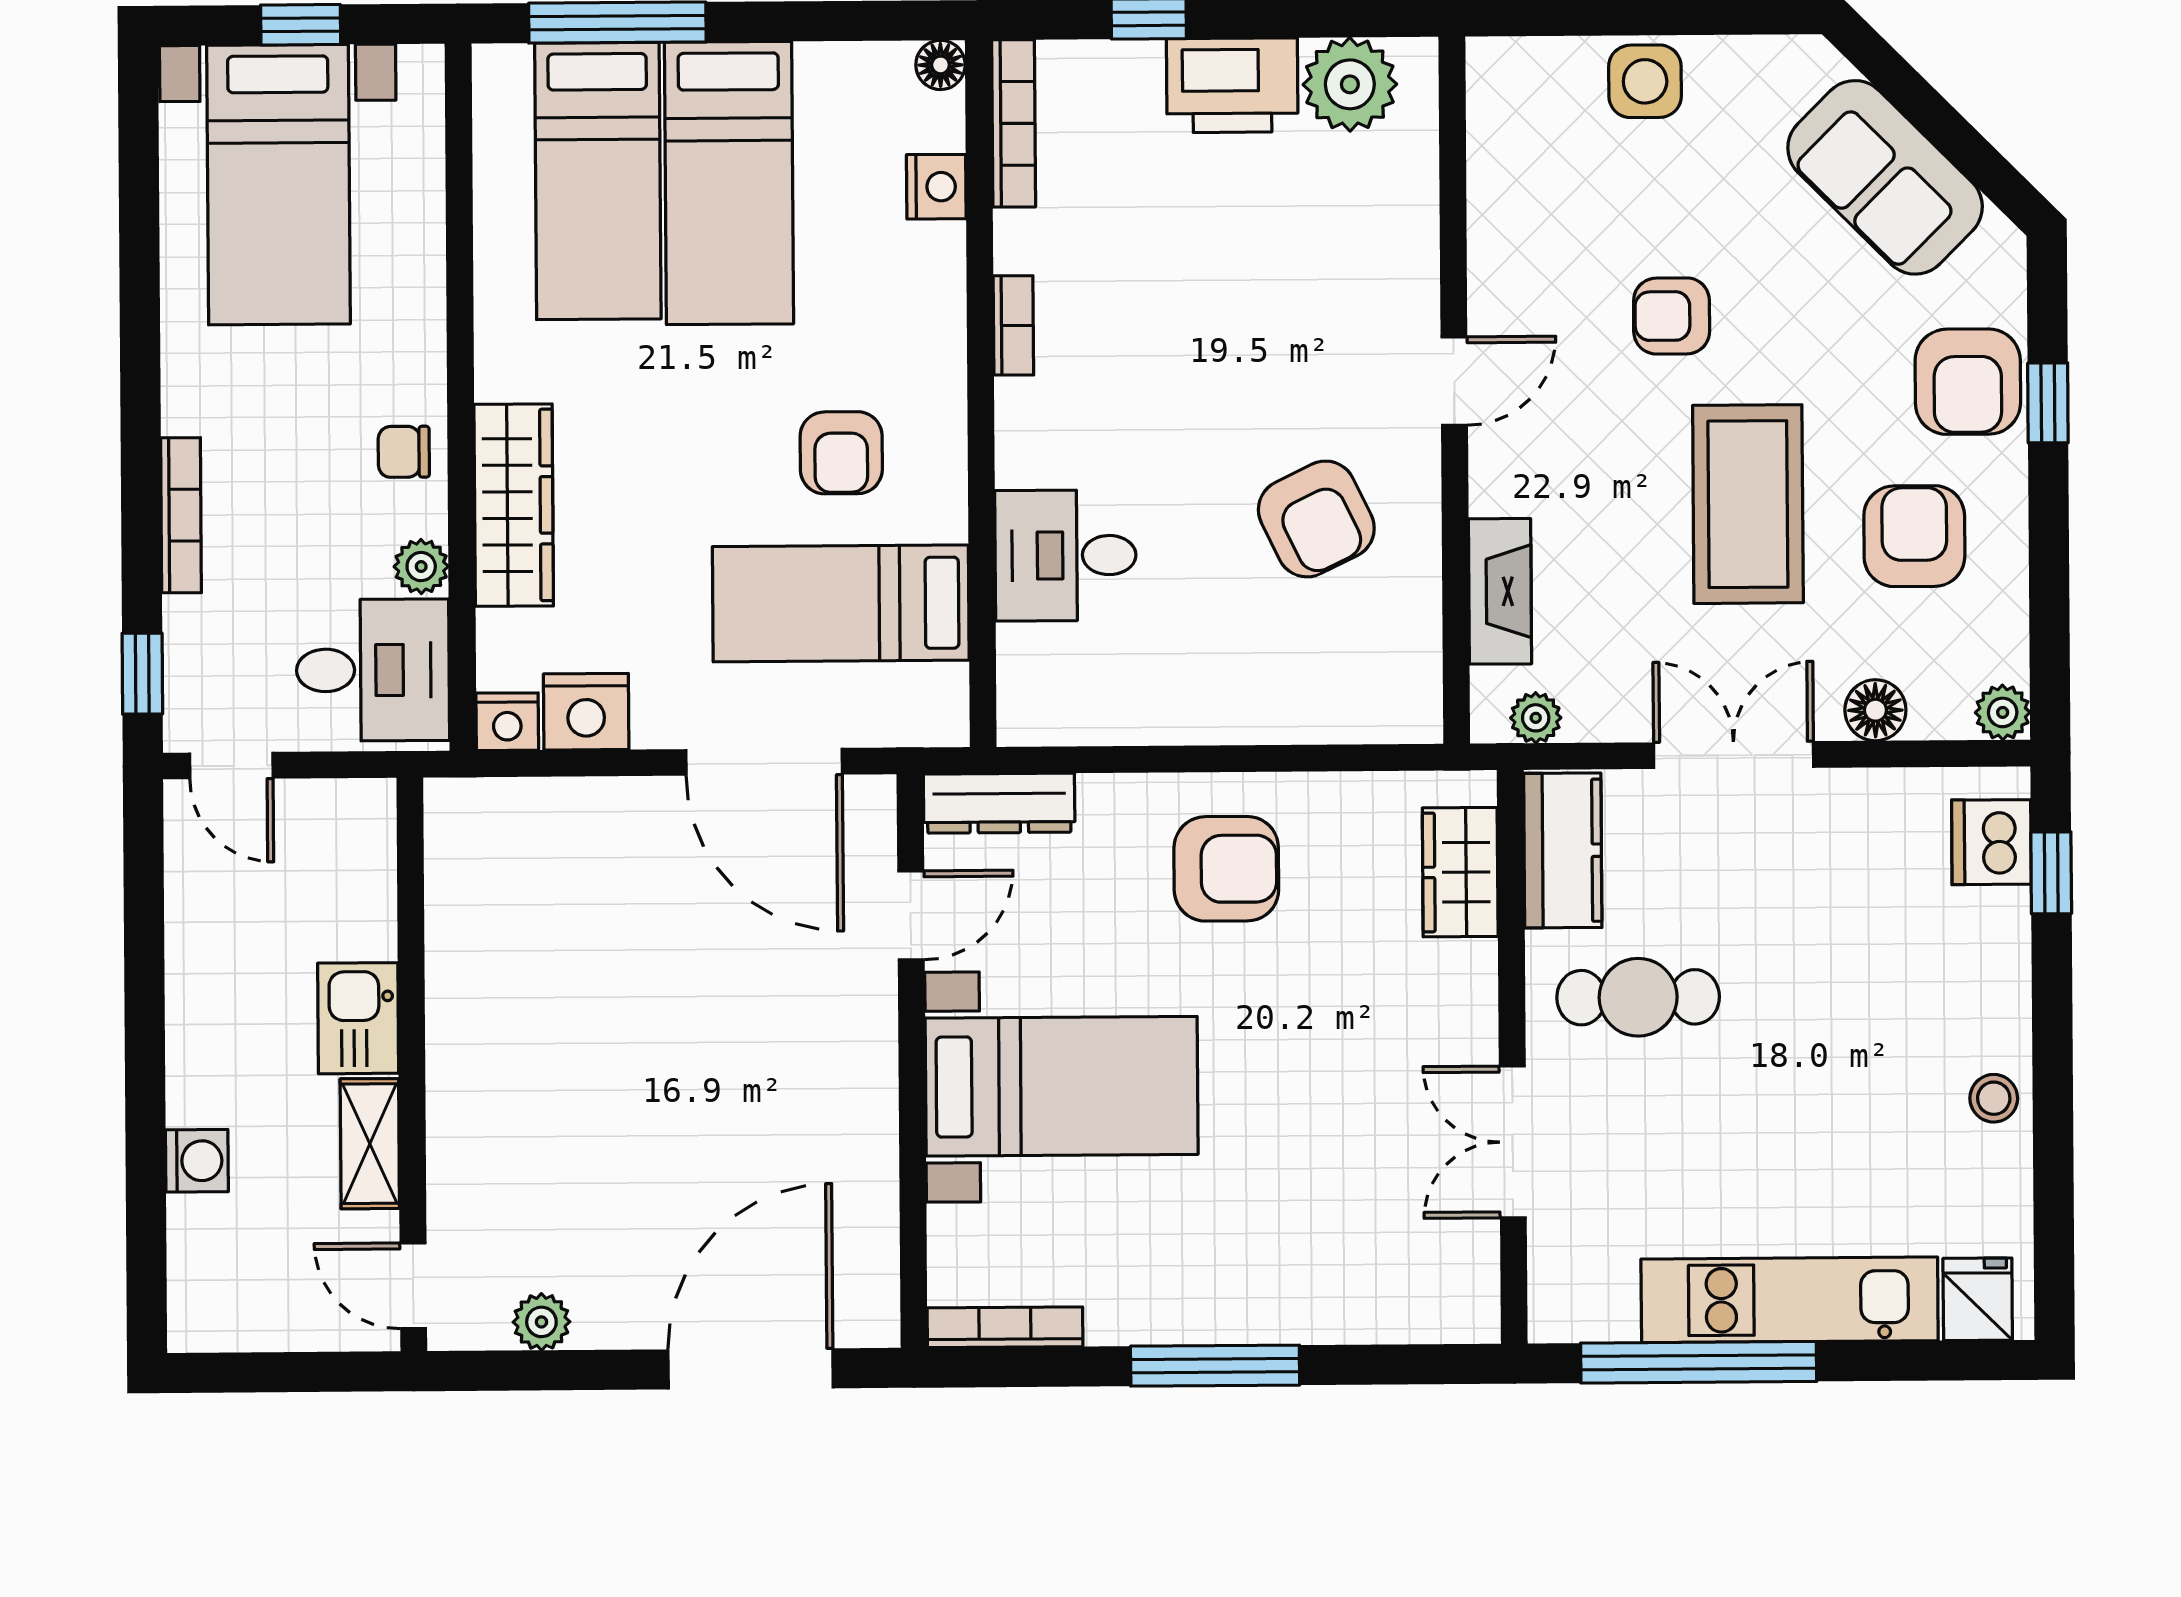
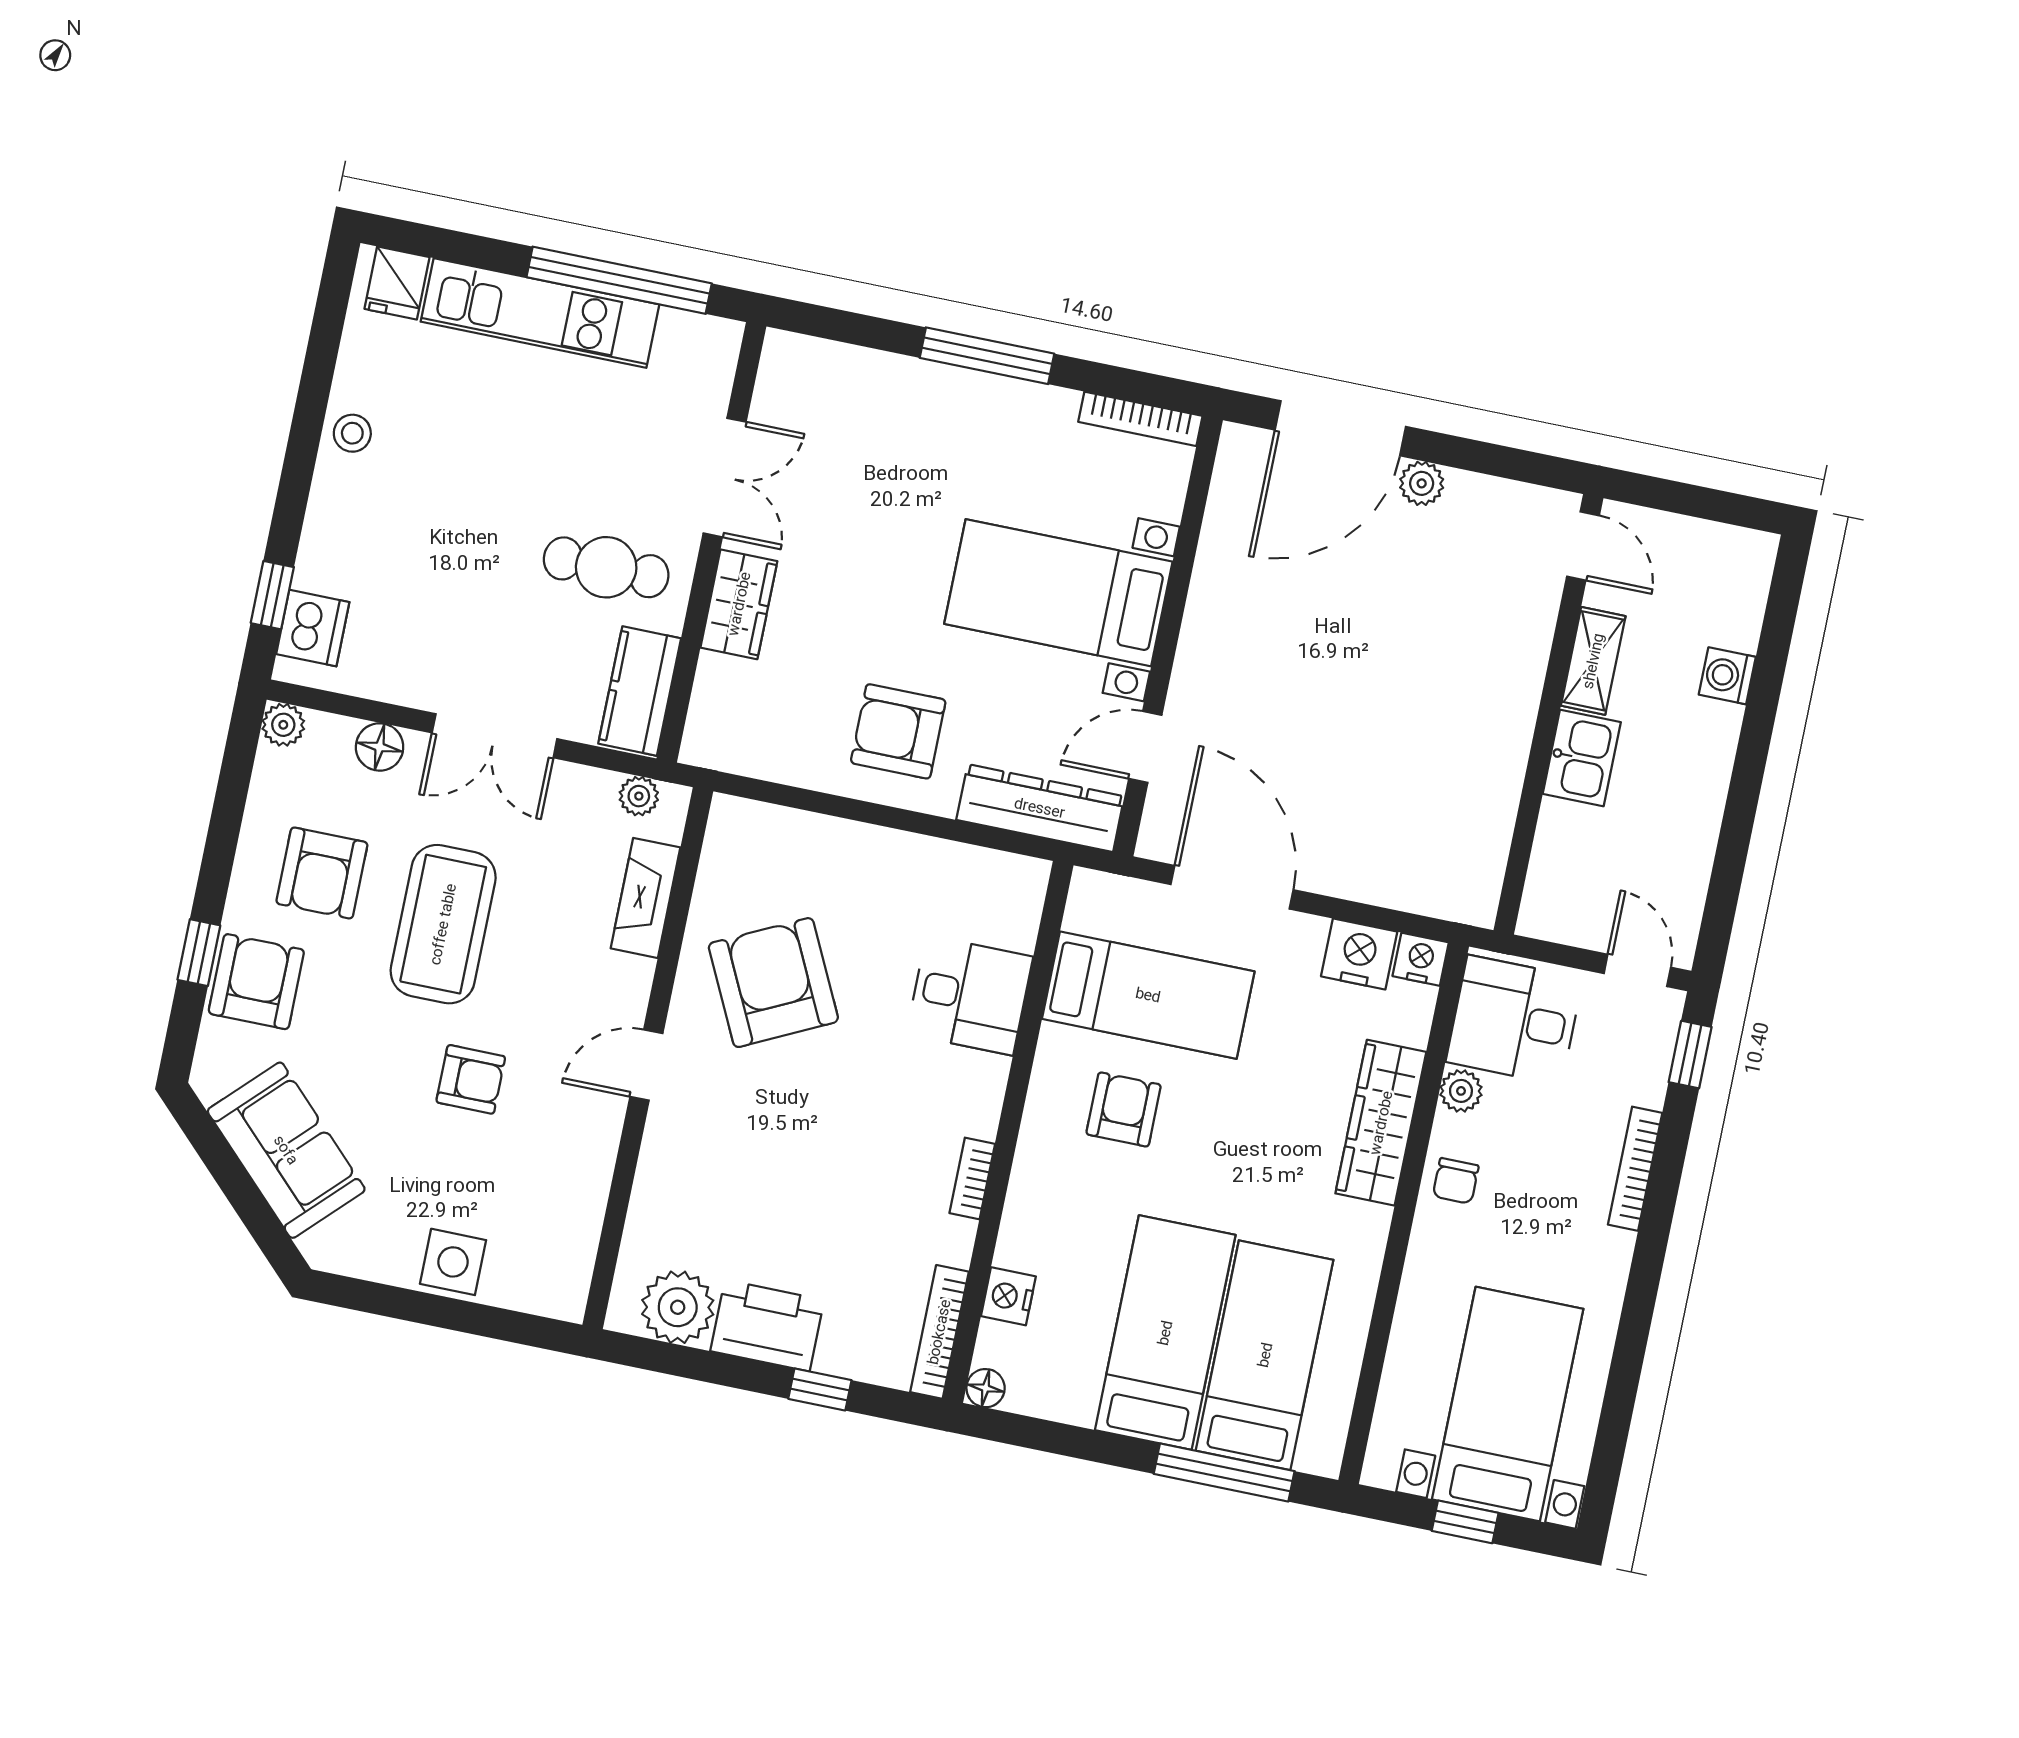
chair: (404, 452) -> (1456, 1181), turned 90
armchair: (1316, 519) -> (773, 983), width x1.36, depth x1.36
dresser: (999, 803) -> (1040, 808), width x1.37, depth x1.24
wardrobe: (1460, 872) -> (739, 604), moved
plant: (541, 1322) -> (1422, 483), moved

